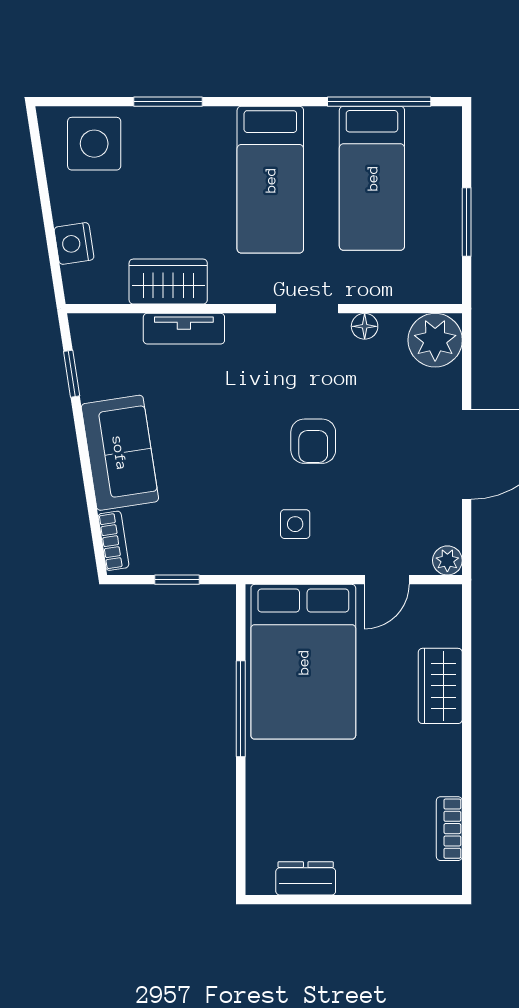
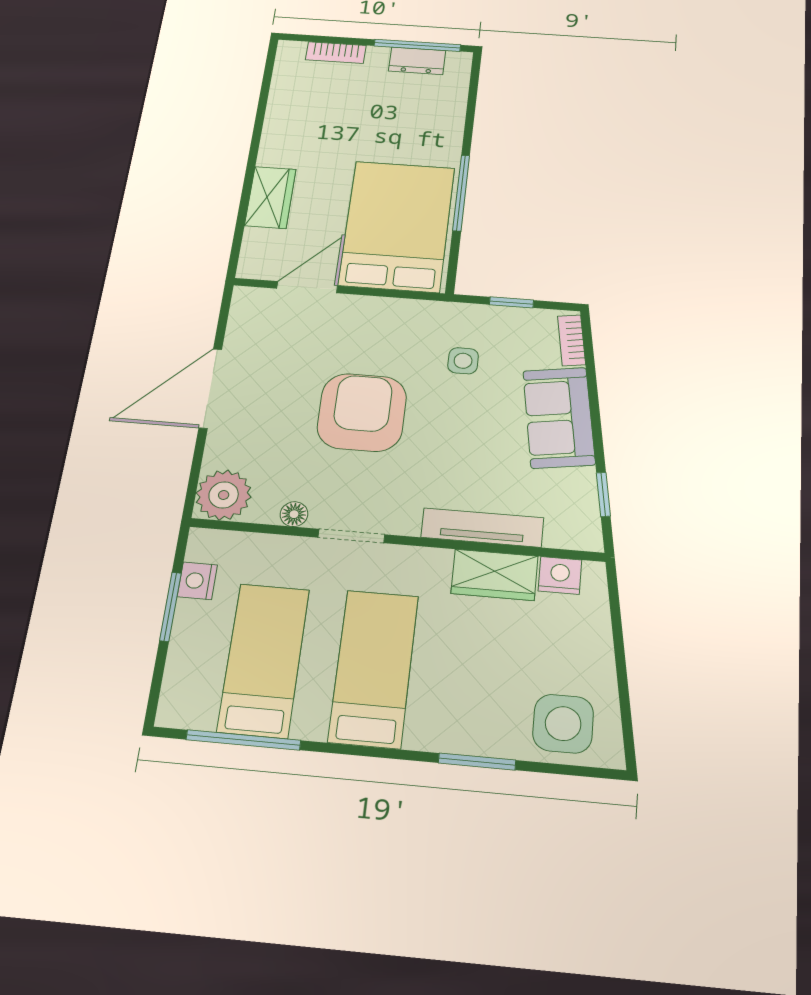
nightstand: (74, 243) -> (560, 575), moved, turned -81
nightstand: (446, 250) -> (197, 581), added
tv unit: (184, 329) -> (482, 528), width x1.41
armchair: (313, 441) -> (362, 412), width x1.88, depth x1.88
side table: (295, 524) -> (463, 361), moved
plant: (447, 560) -> (246, 299), removed
door: (387, 580) -> (307, 287), width x1.38
bookcase: (449, 829) -> (336, 53), moved, turned 90
window: (308, 900) -> (417, 45), added

